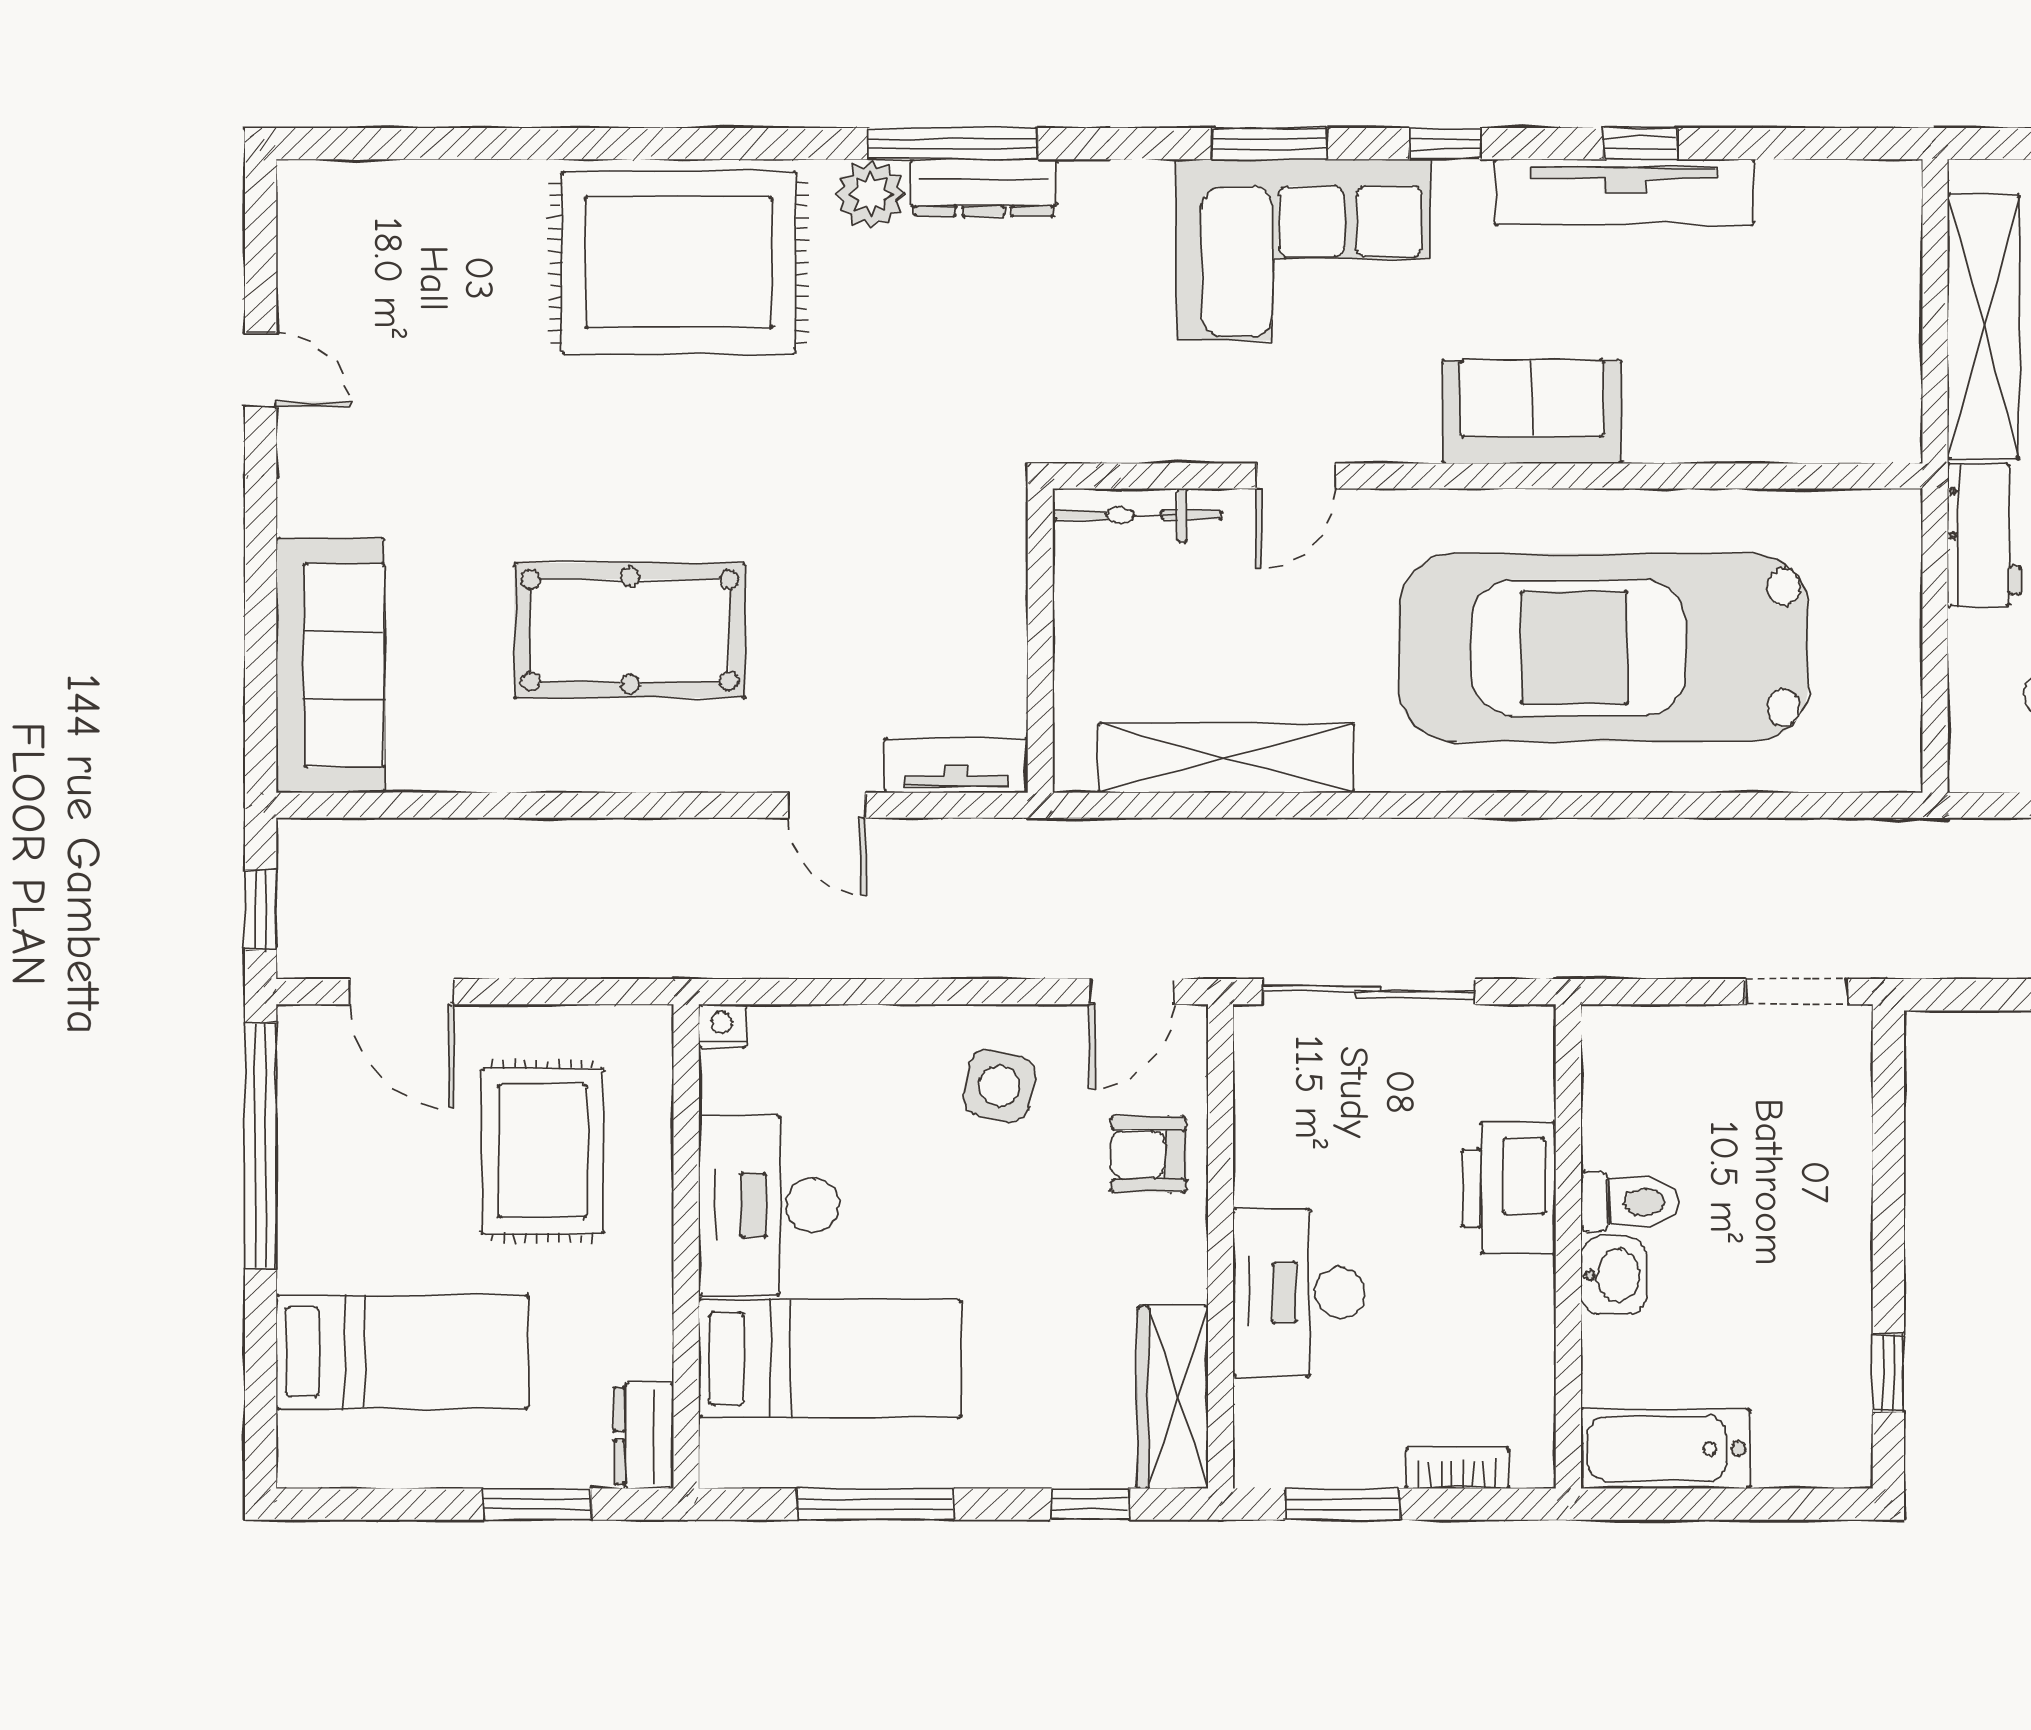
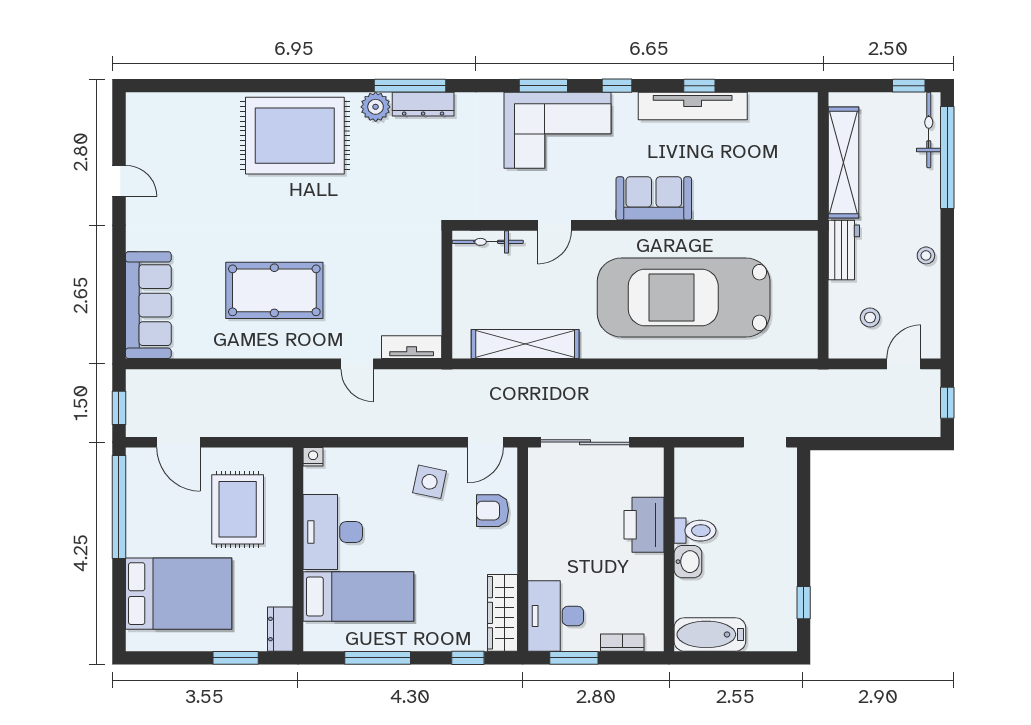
desk: (1299, 1293) -> (556, 616), moved
bed: (402, 1352) -> (179, 594), width x1.50

